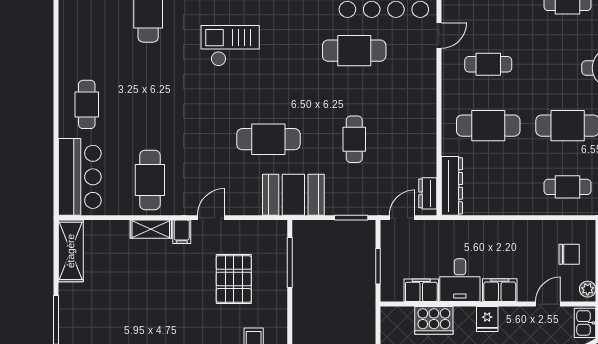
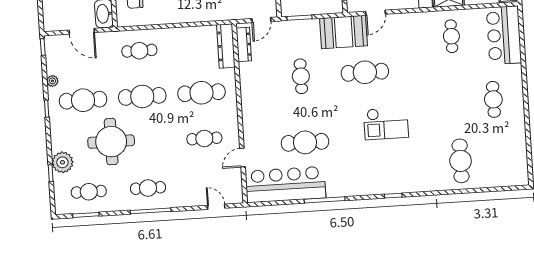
checkout: (230, 46) -> (386, 123), moved
cafe table: (87, 104) -> (493, 99), moved
cafe table: (150, 180) -> (451, 36), width x0.73, depth x0.74
dresser: (428, 193) -> (244, 44), width x1.44
door: (211, 218) -> (376, 13), moved

